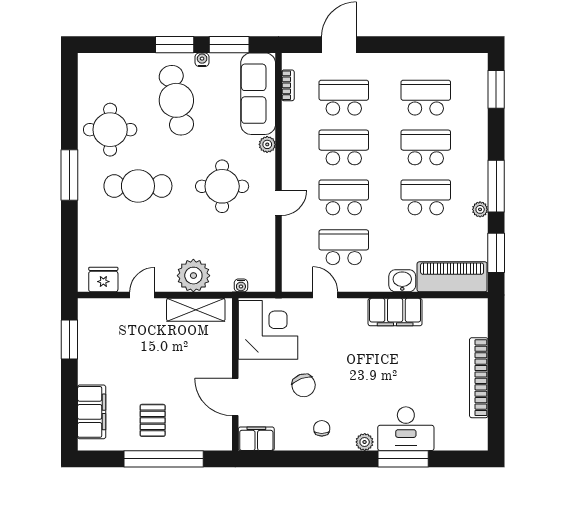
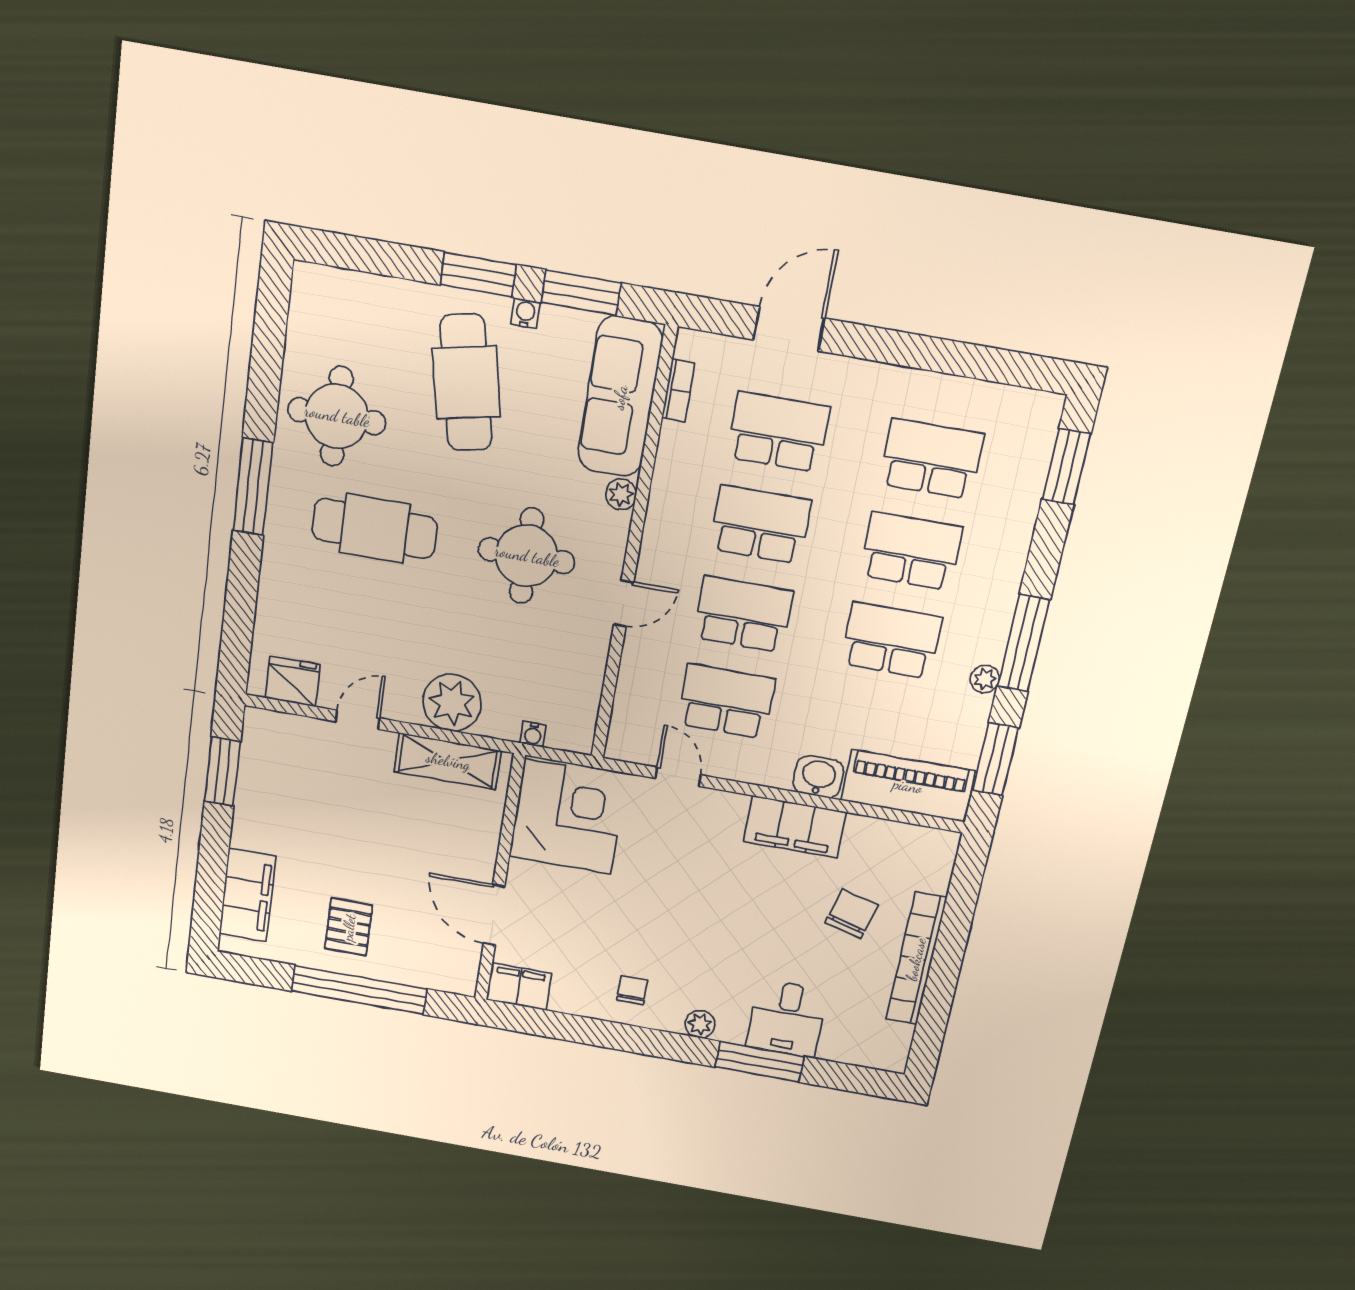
chair: (304, 385) -> (852, 914), moved, turned -145
desk: (406, 429) -> (787, 1019), width x0.73

